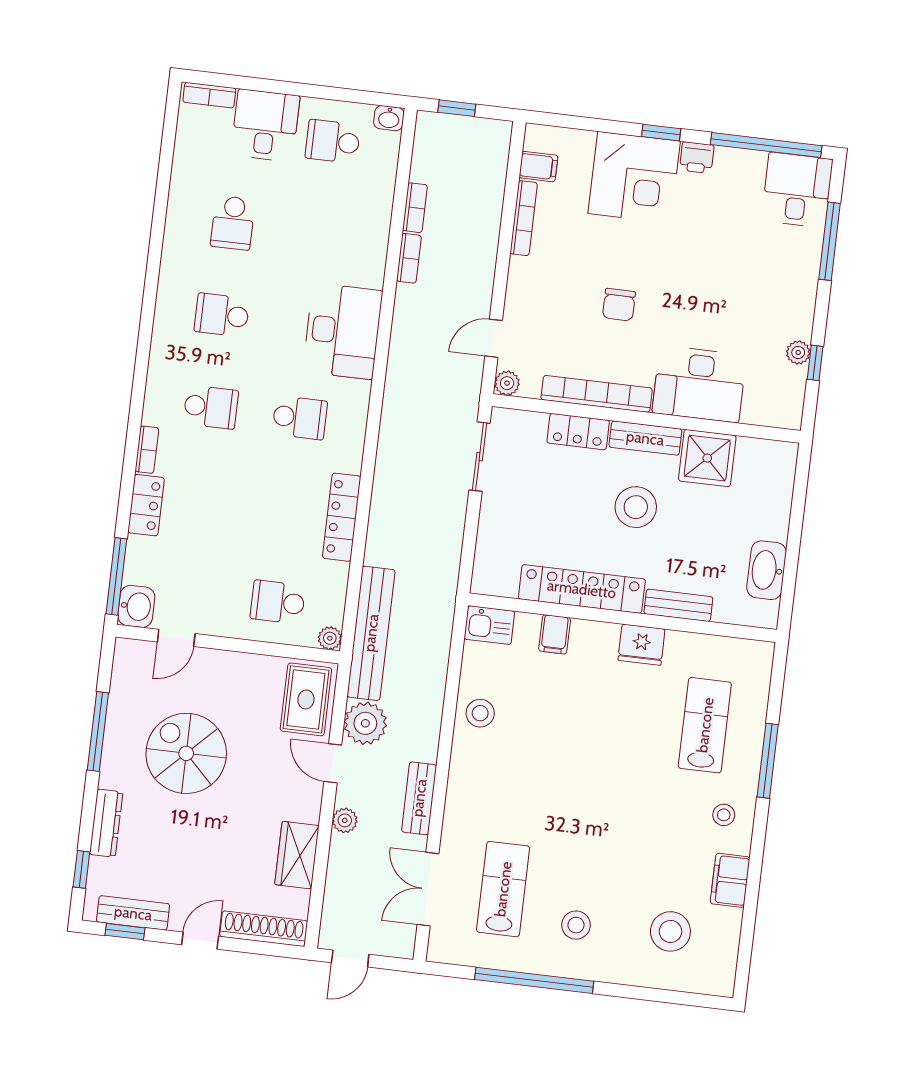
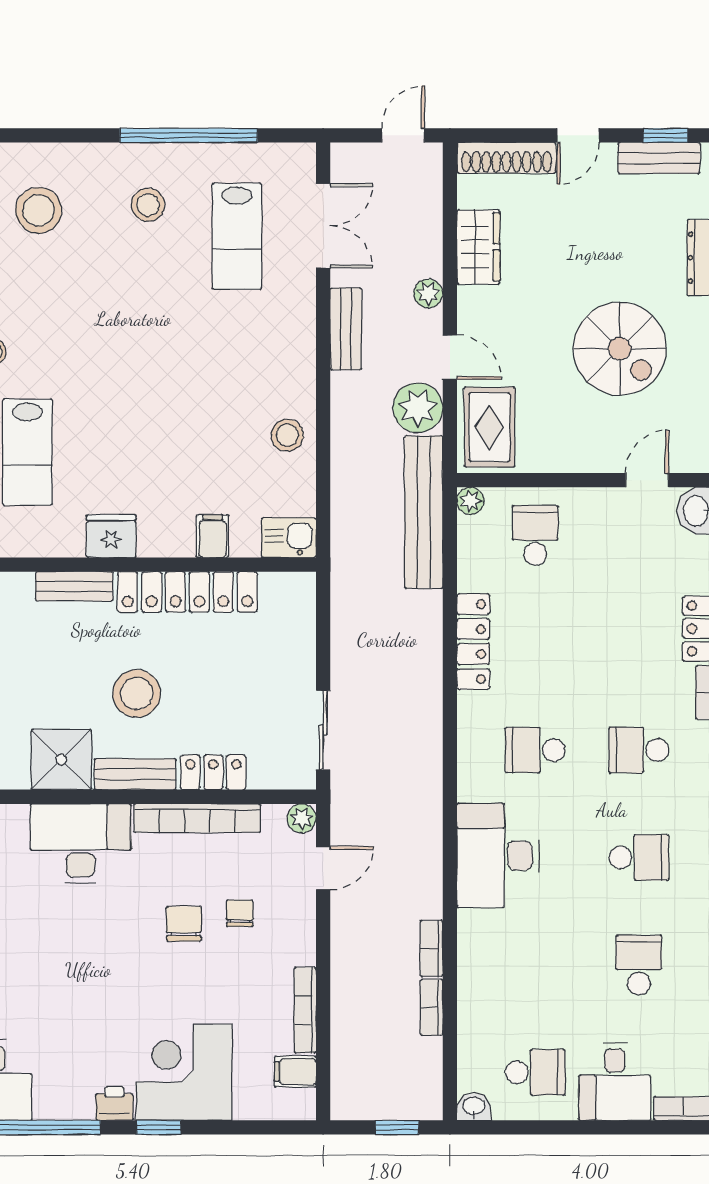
chair: (570, 308) -> (240, 913), added
school desk: (278, 602) -> (535, 535), turned -90

